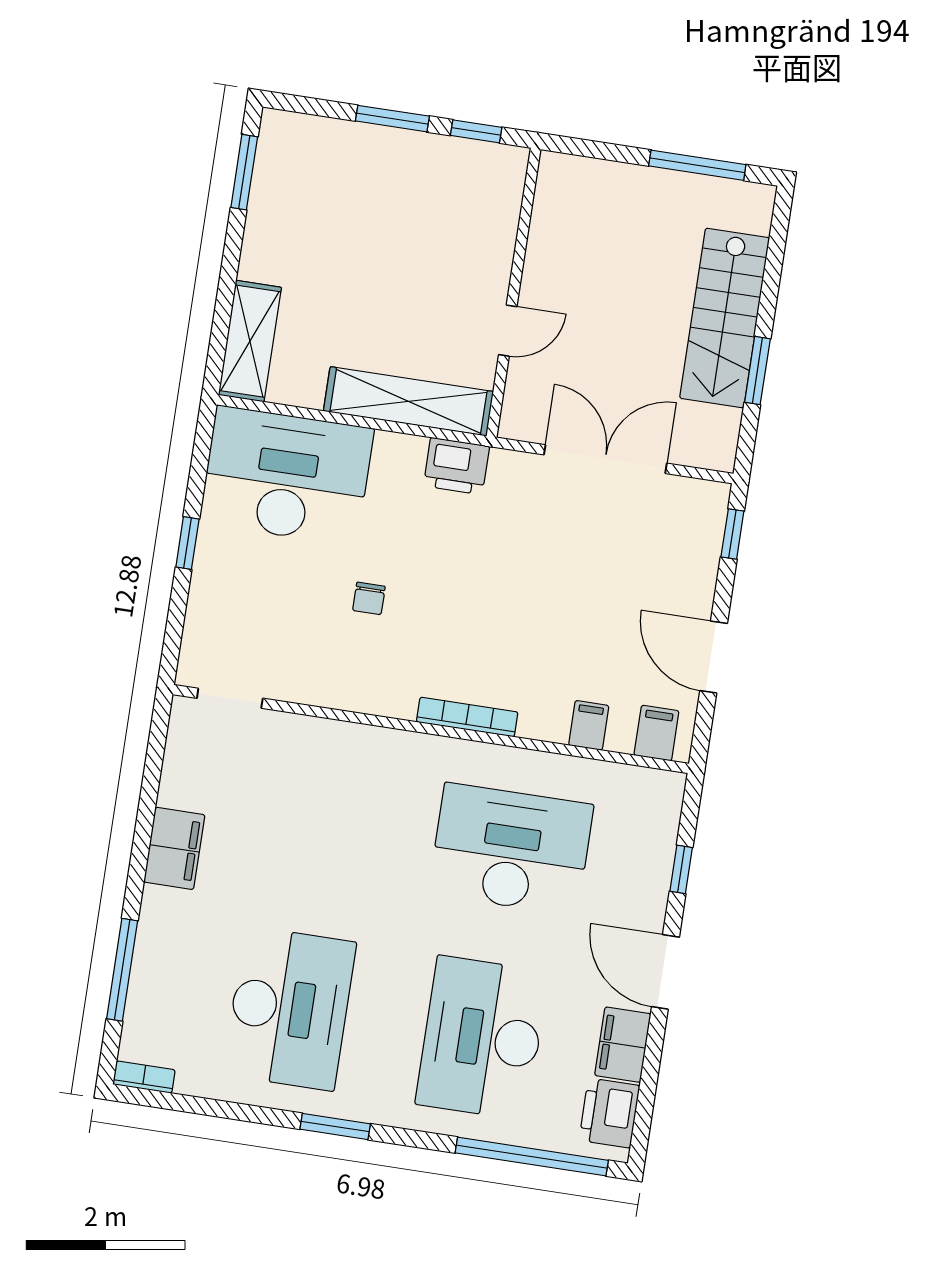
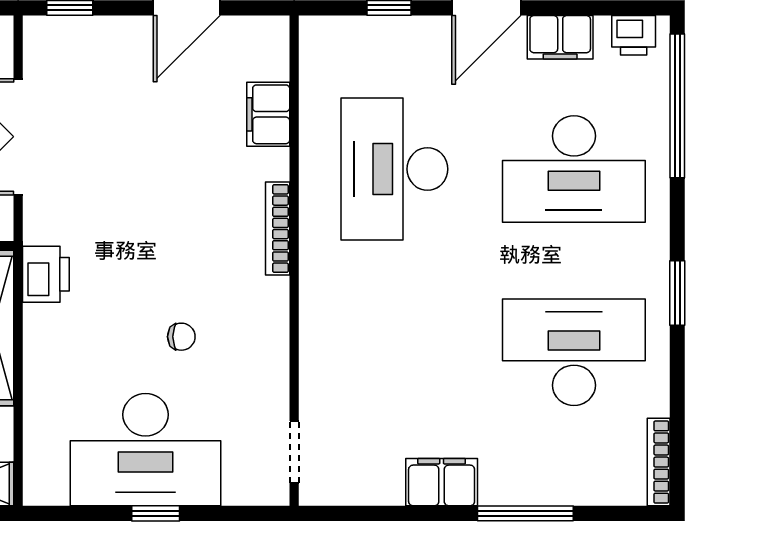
desk: (287, 476) -> (146, 450), moved, turned -90
filing cabinet: (589, 725) -> (268, 114), width x2.00
filing cabinet: (656, 733) -> (266, 50), removed
window: (122, 970) -> (525, 513), moved
bookcase: (144, 1077) -> (659, 462), width x1.56
printer: (609, 1113) -> (634, 35), width x0.73, depth x0.81

